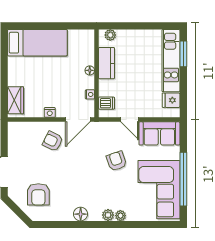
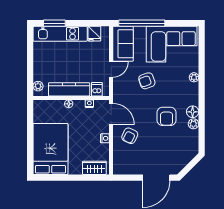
bed: (37, 43) -> (50, 149), width x1.50
kitchen counter: (106, 63) -> (69, 89), width x1.50
window: (183, 179) -> (142, 23), moved
armchair: (38, 194) -> (166, 116), moved, turned 90
plant: (108, 215) -> (193, 124), moved

